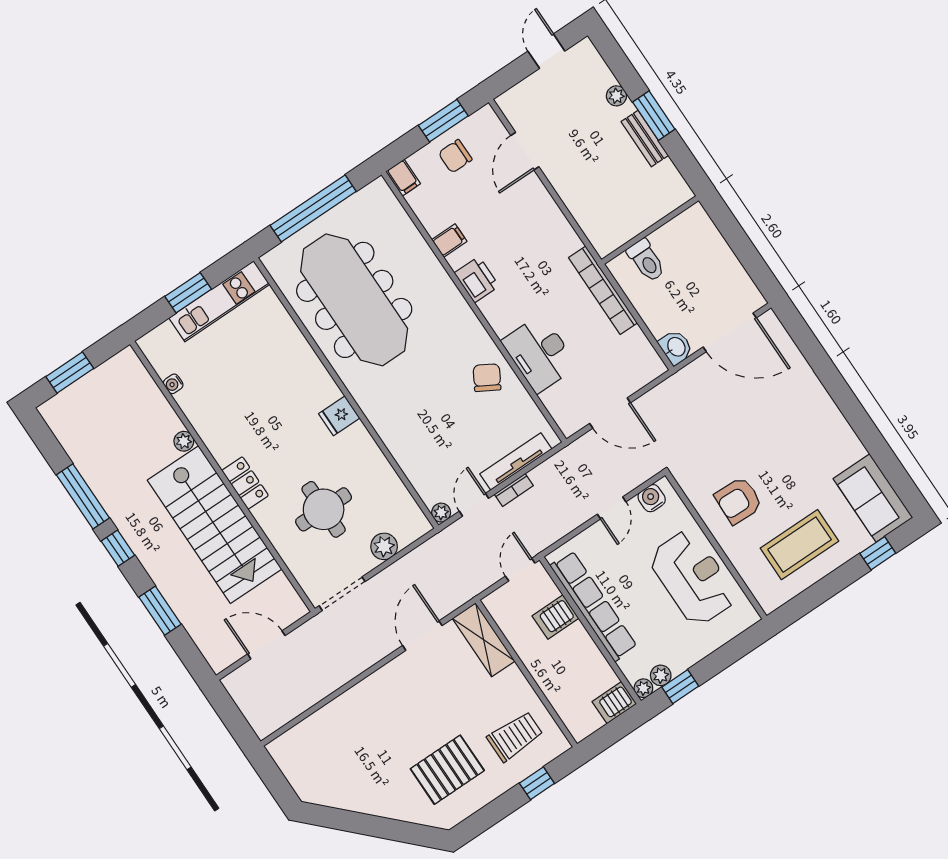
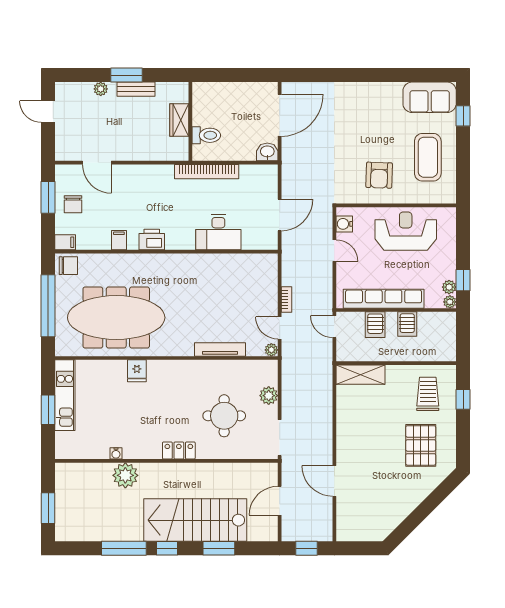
wardrobe: (643, 216) -> (179, 120), added
chair: (487, 378) -> (68, 266), moved, turned 150
water cooler: (173, 384) -> (116, 453), moved
fridge: (339, 416) -> (137, 371), moved
plant: (184, 441) -> (125, 475), width x1.88, depth x1.88
tv unit: (516, 461) -> (220, 349), moved, turned 90
stairs: (215, 525) -> (195, 520), moved, turned 180
door: (422, 636) -> (334, 481), moved
server rack: (614, 703) -> (407, 324), moved
window: (231, 716) -> (306, 548), added

